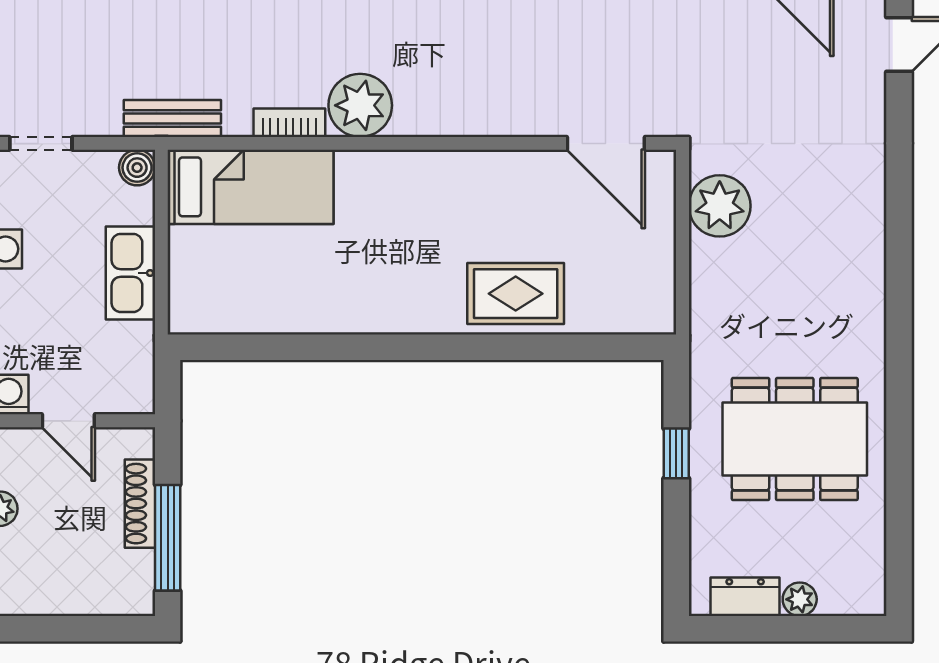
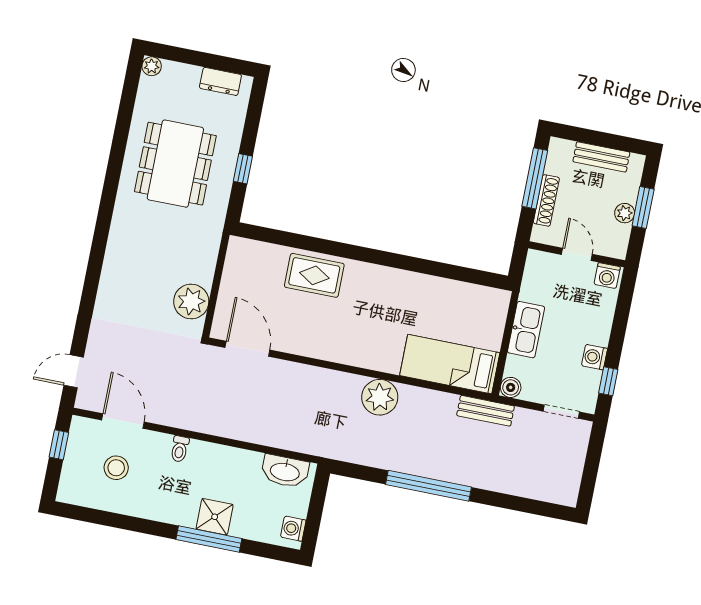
bookcase: (289, 123) -> (421, 395), removed
dining table: (795, 439) -> (175, 164), turned 90
bench: (60, 598) -> (601, 157), added
plant: (800, 599) -> (152, 66), moved

